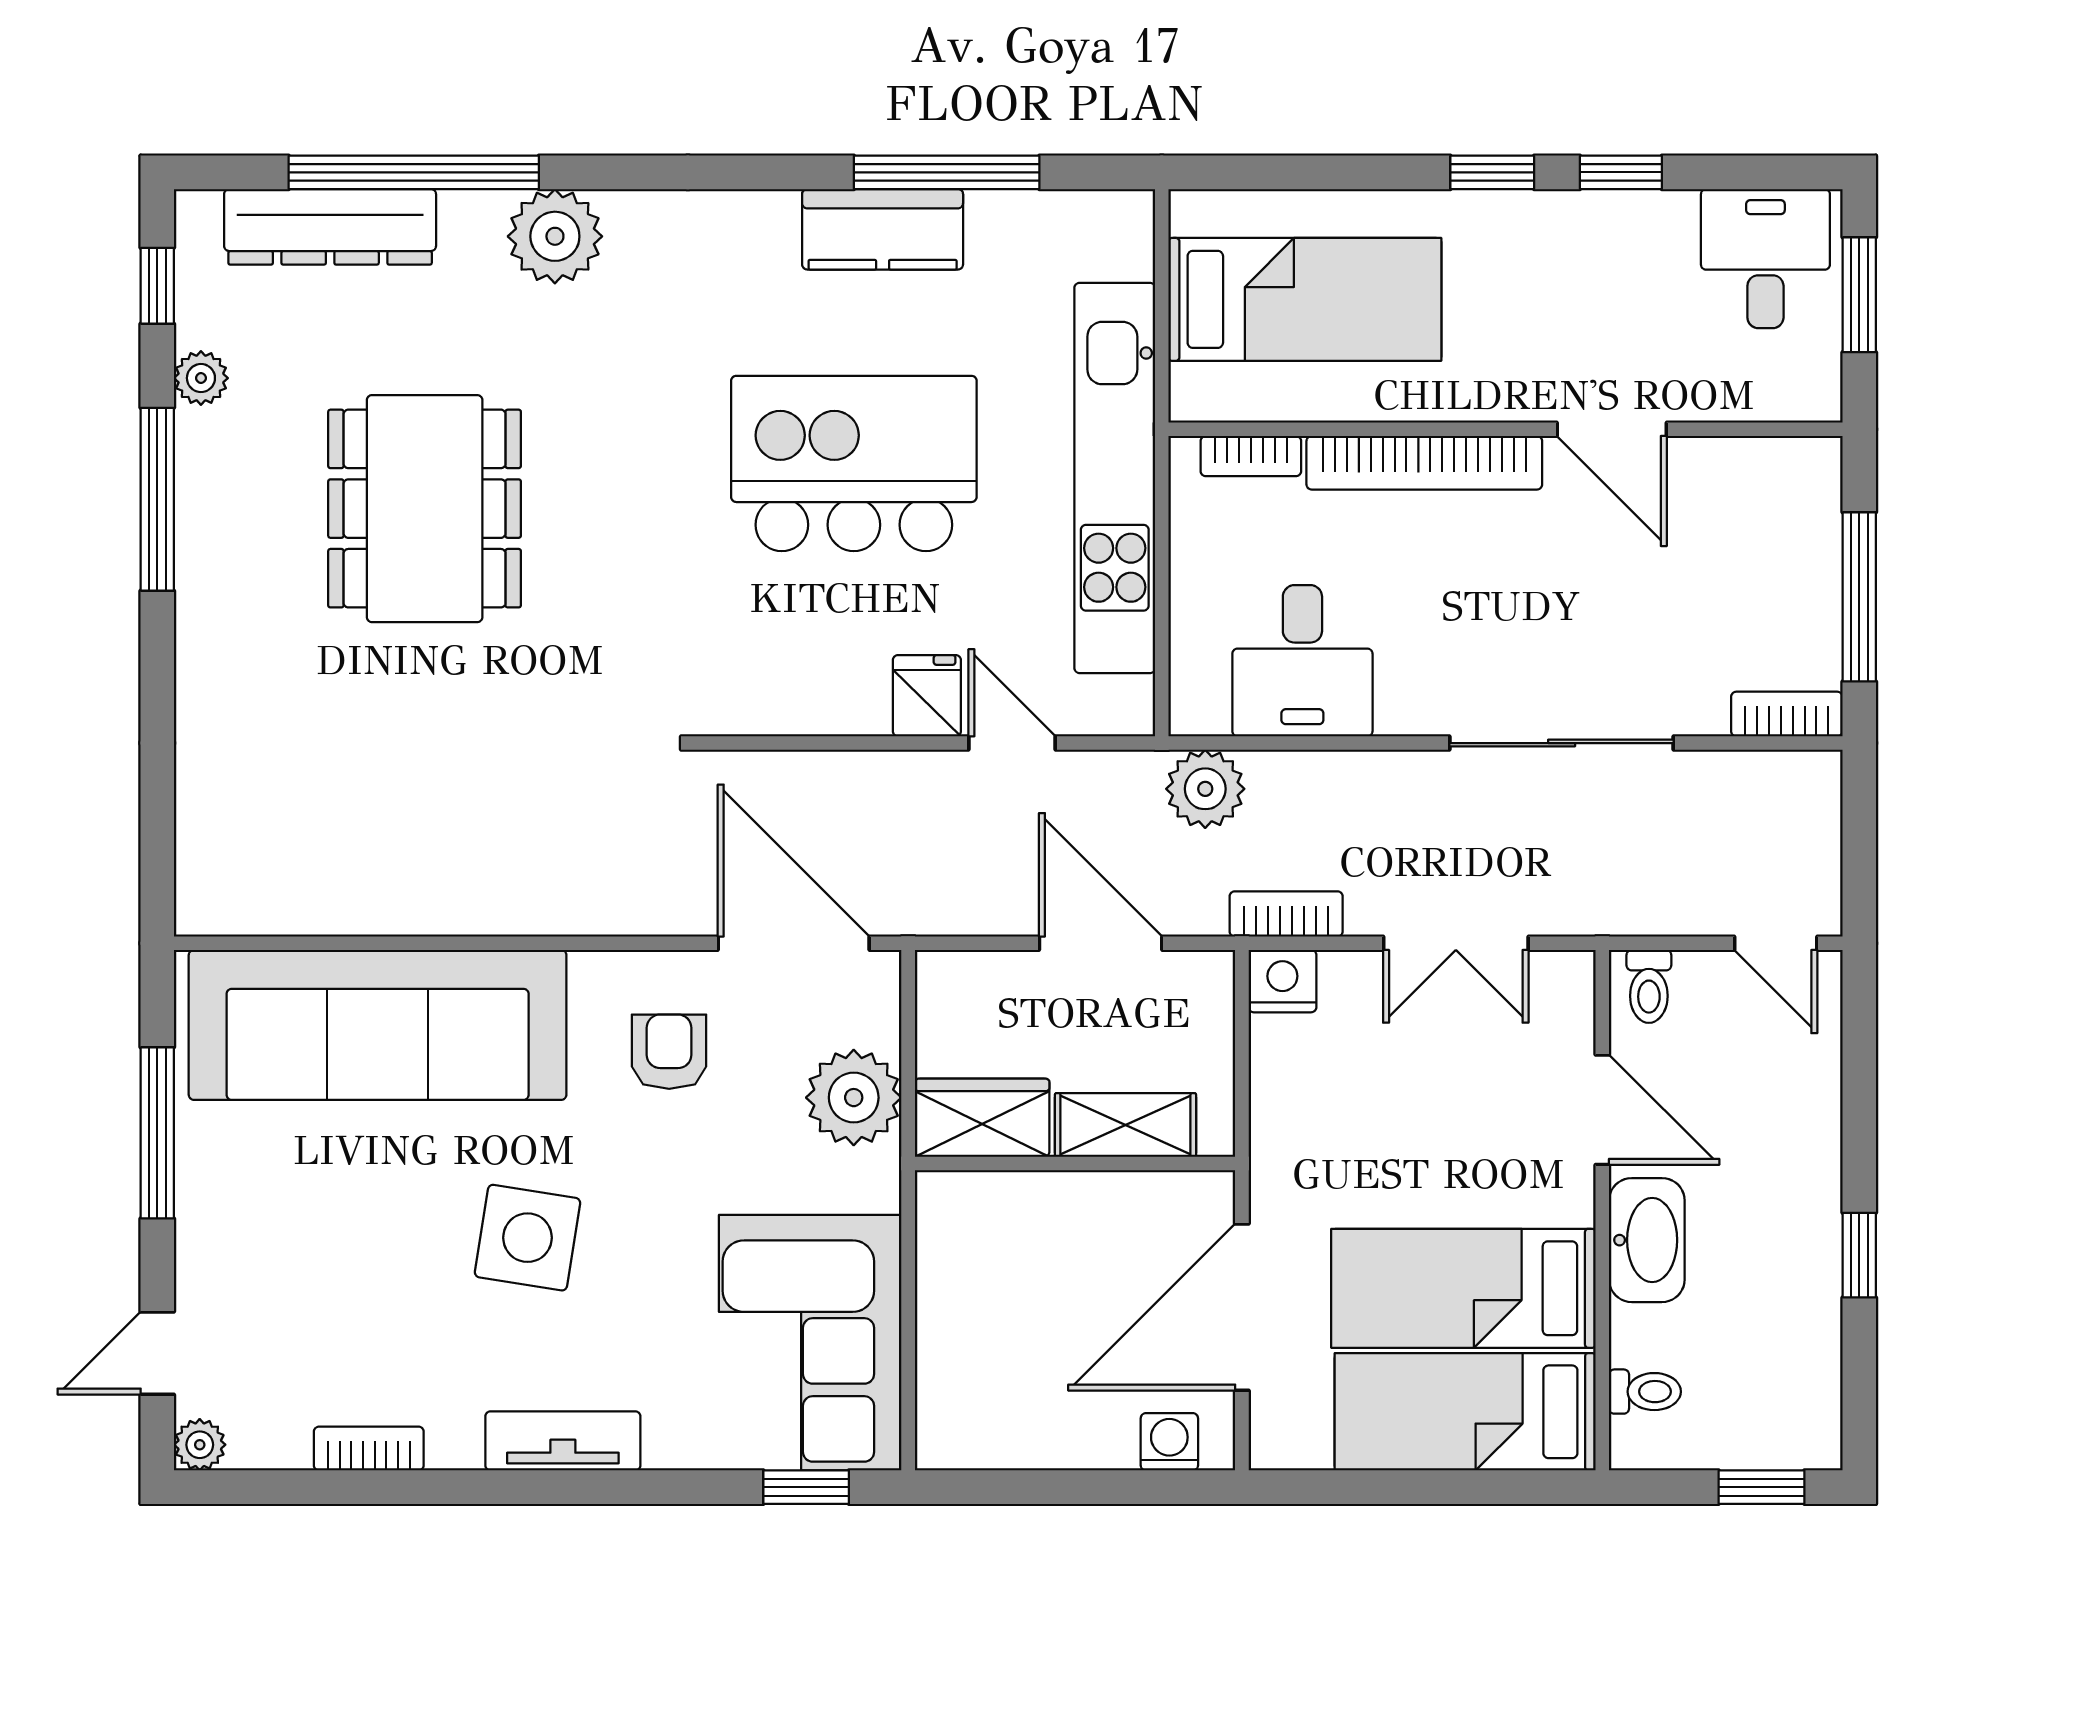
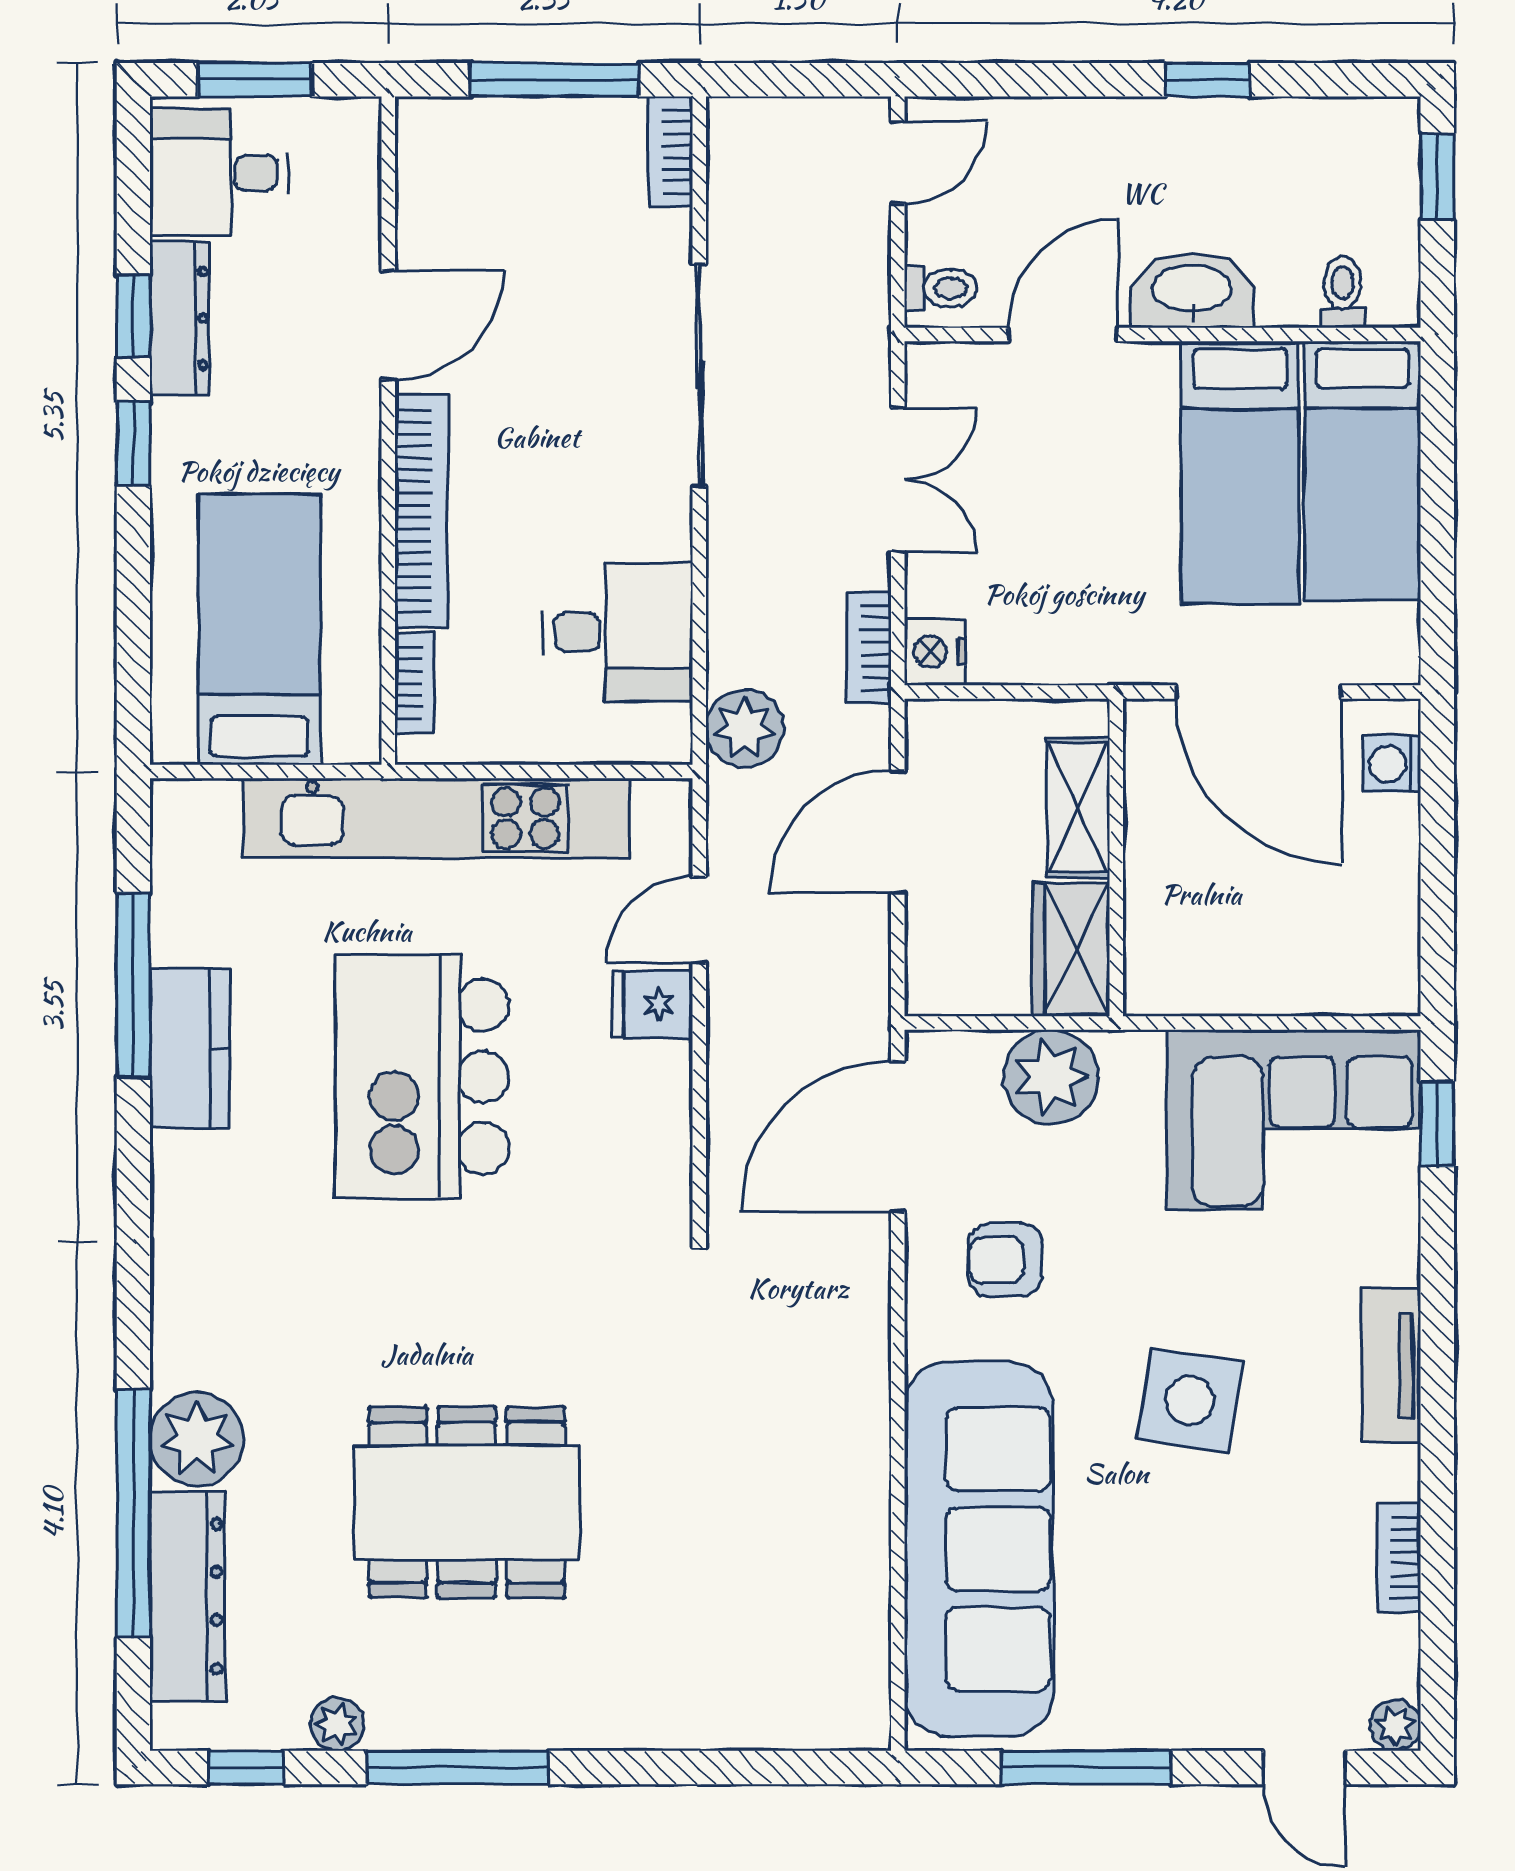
dresser: (1619, 219) -> (180, 318), added
plant: (555, 236) -> (197, 1439), moved

